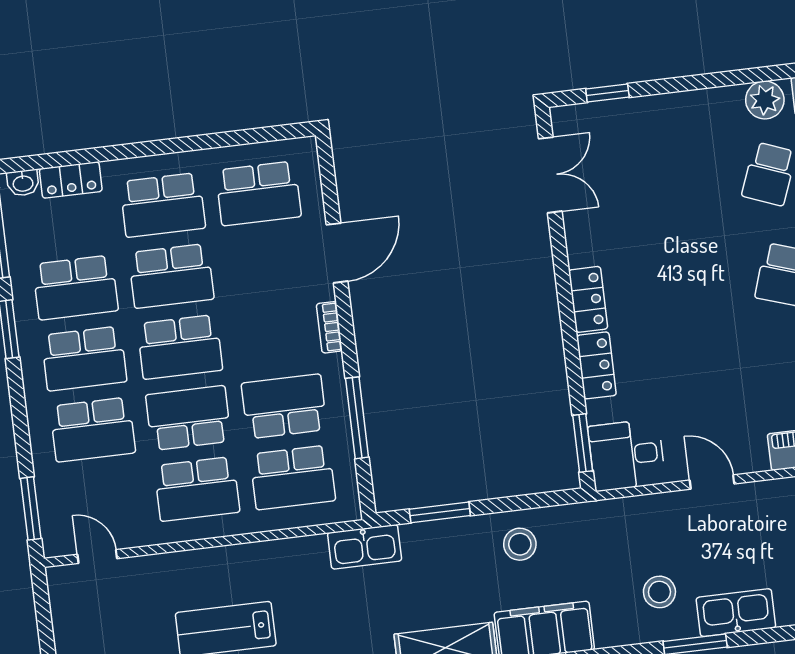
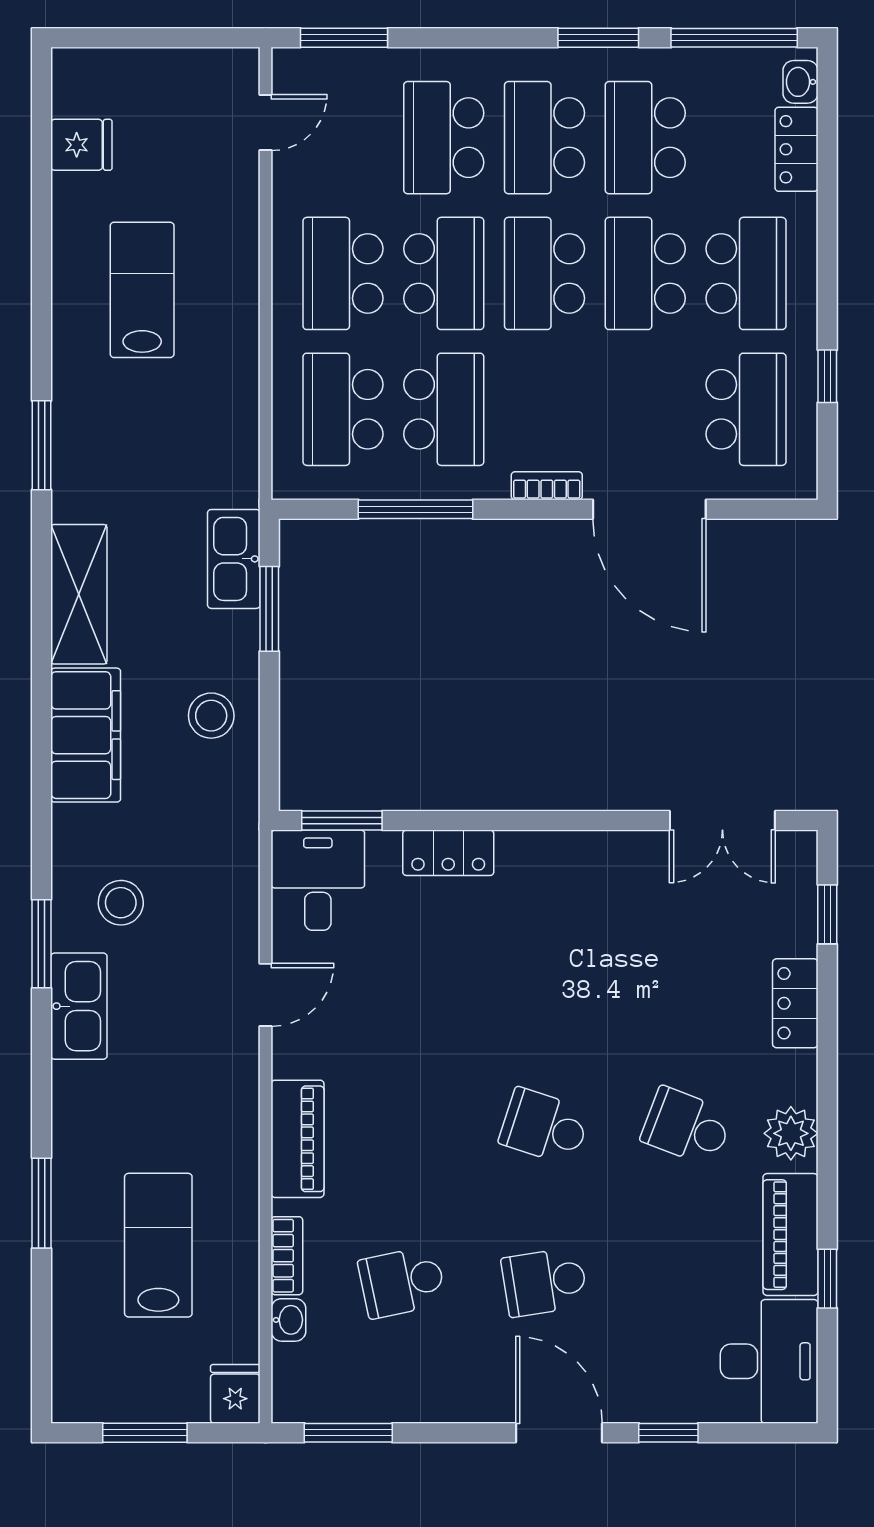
window: (228, 139) -> (827, 376), added
school desk: (258, 193) -> (746, 409), turned 180
school desk: (163, 205) -> (746, 273), turned 180
door: (337, 253) -> (649, 509), width x1.36
locker: (588, 299) -> (795, 1003), moved, turned 90
kitchen sink: (365, 547) -> (234, 559), moved

